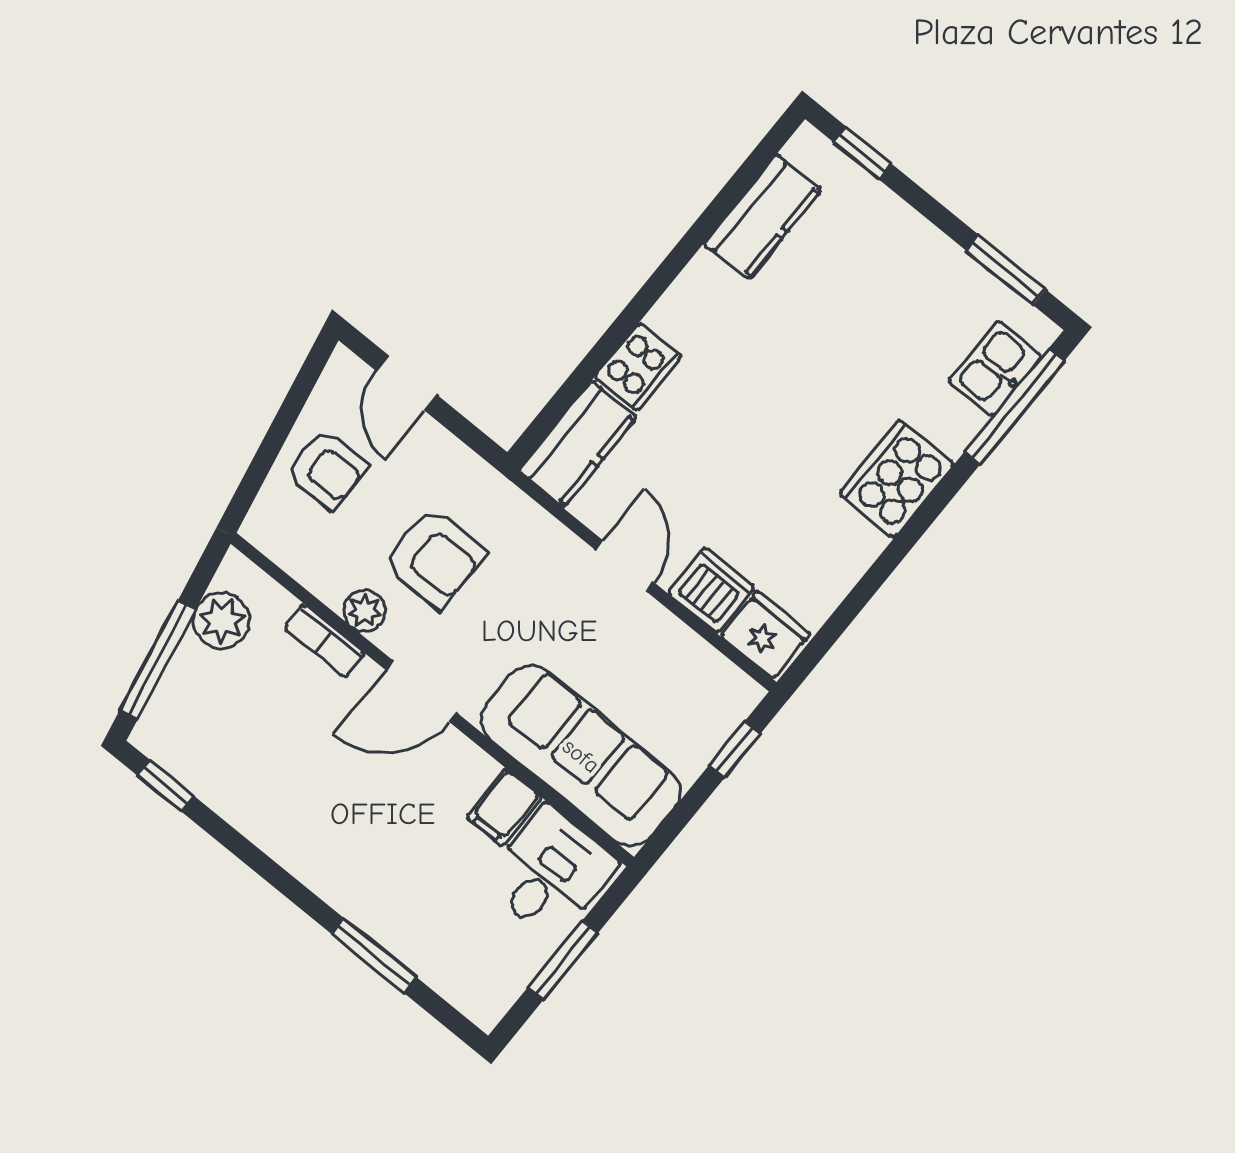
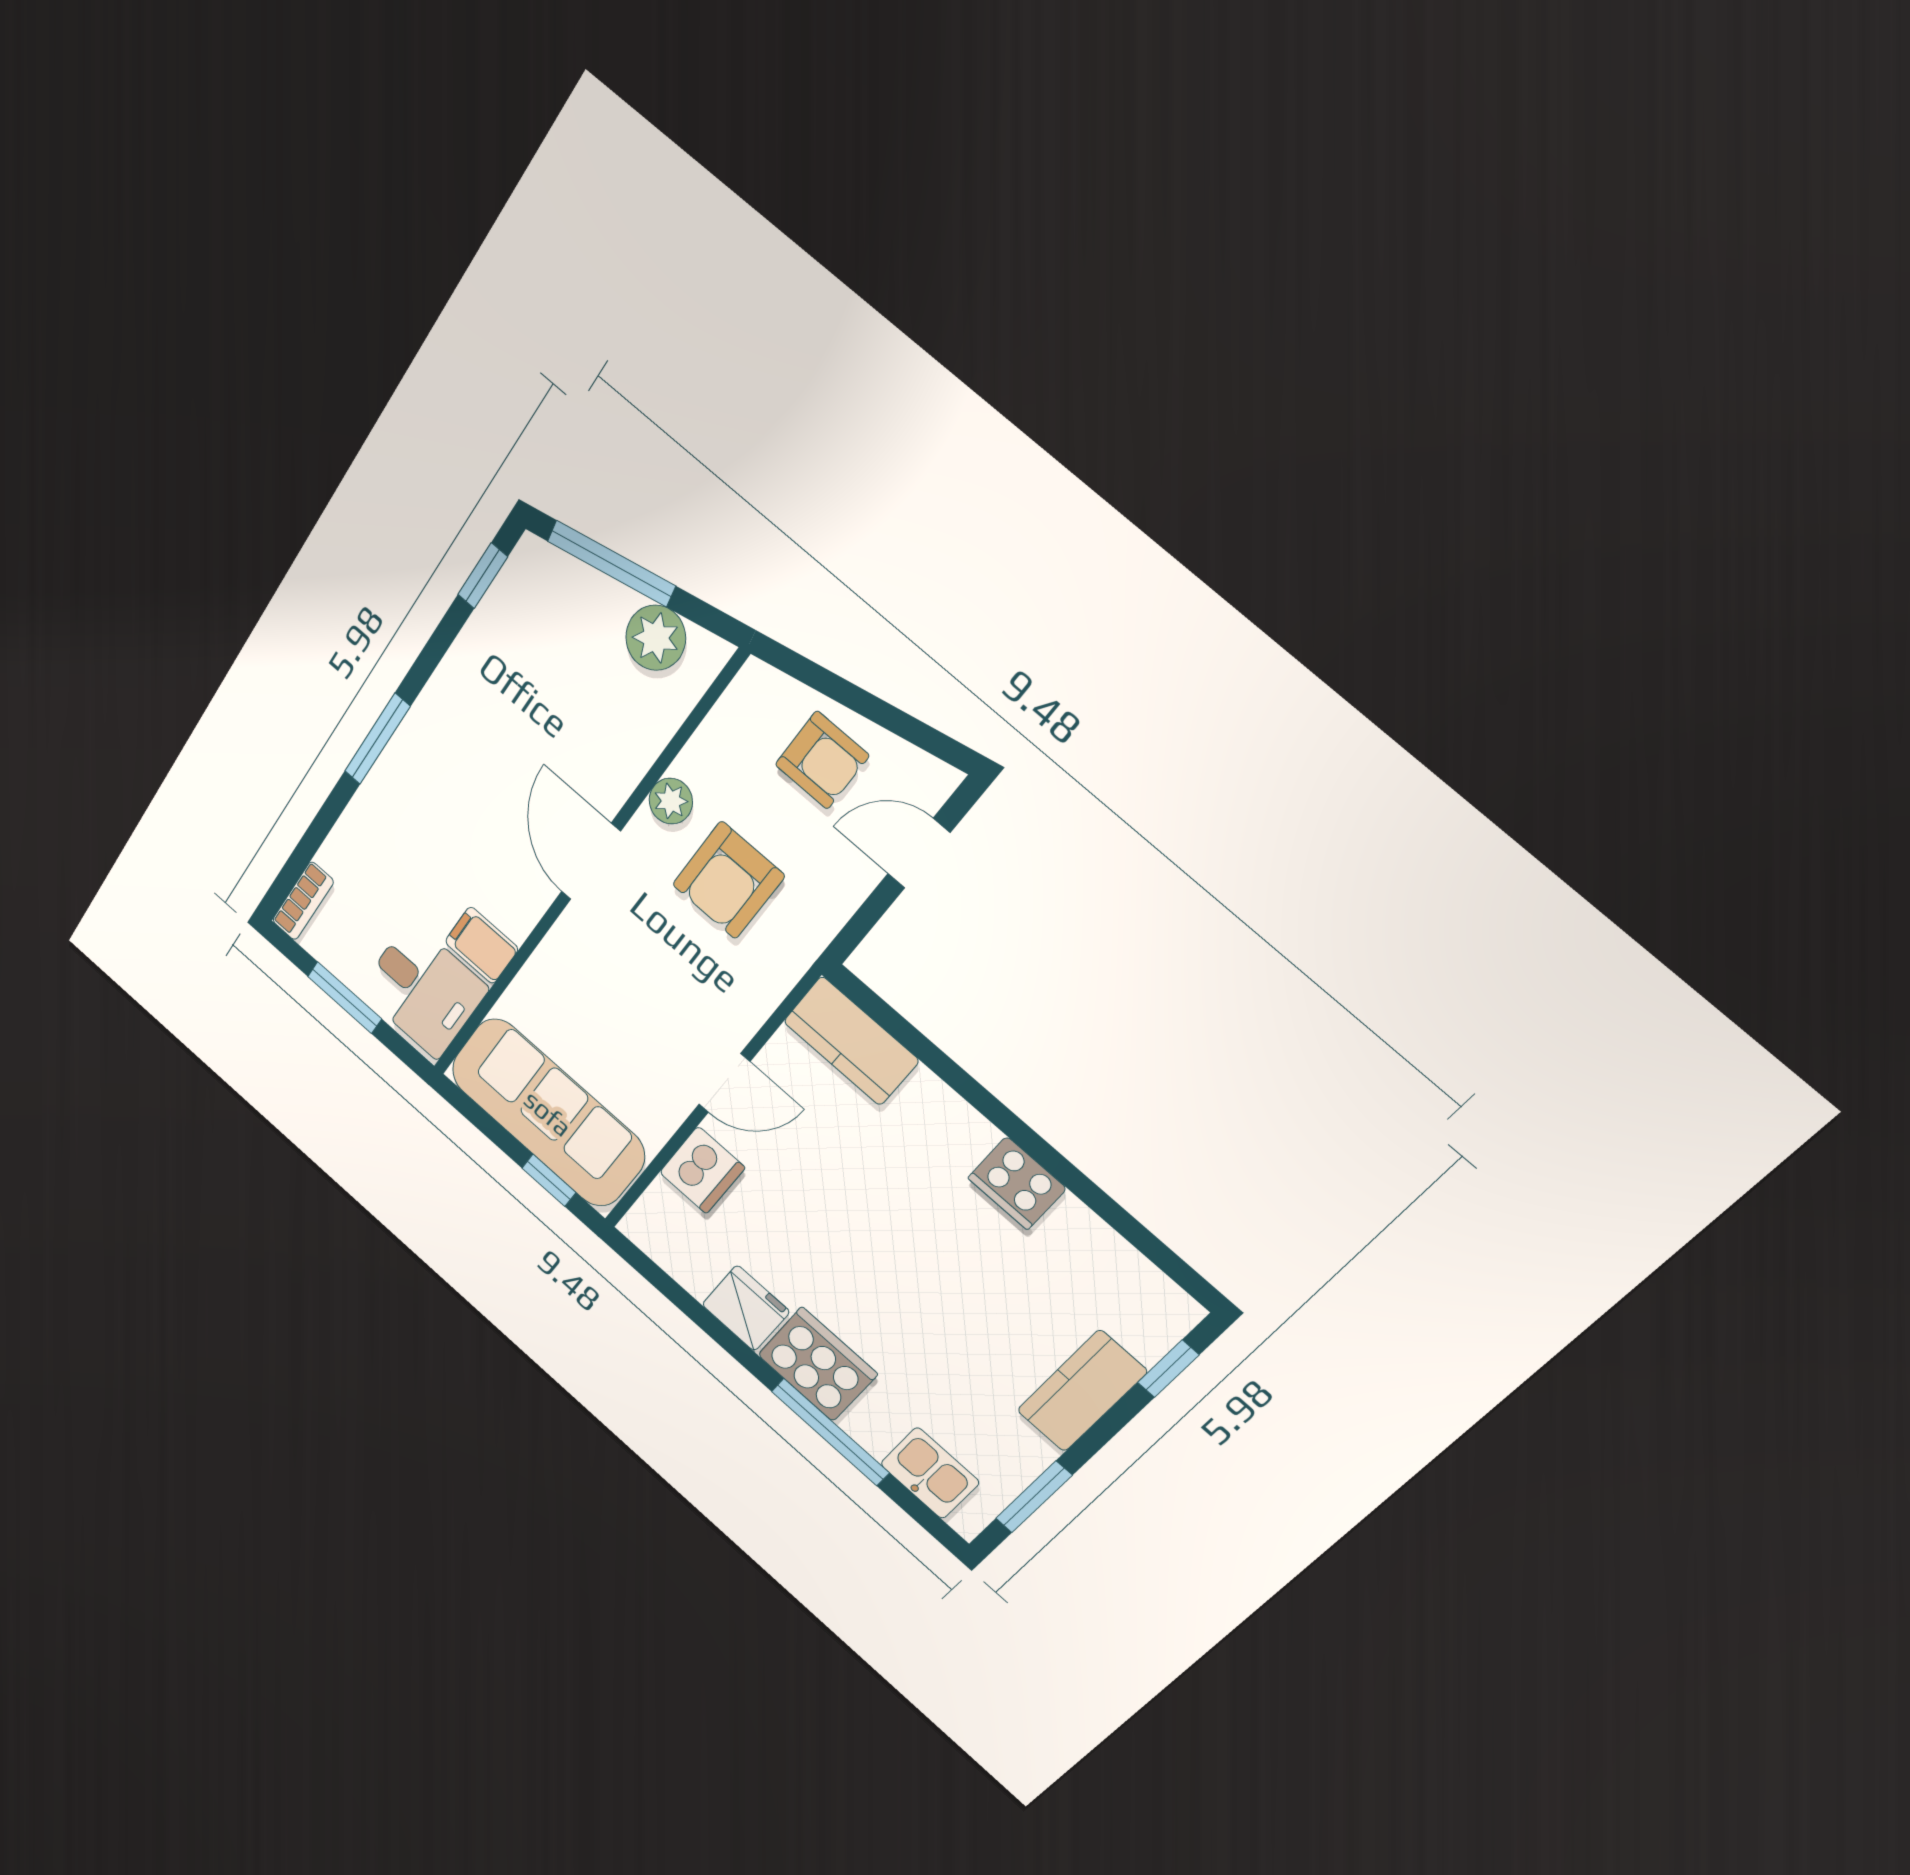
kitchen counter: (763, 217) -> (1082, 1391), moved, turned 90
cooker: (638, 367) -> (1017, 1183), moved
window: (1015, 406) -> (830, 1432), moved
armchair: (327, 469) -> (822, 760), turned -90
fridge: (765, 635) -> (746, 1308), moved, turned -90
bookcase: (325, 641) -> (303, 901), moved, turned 180
sofa: (581, 756) -> (548, 1113), moved, turned -90
window: (374, 955) -> (377, 739), moved

